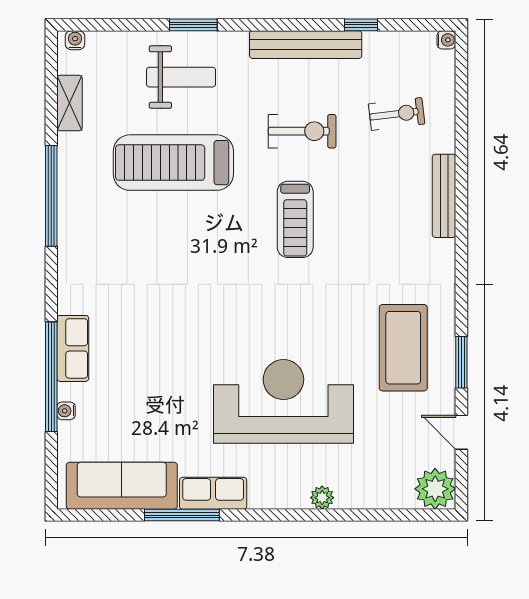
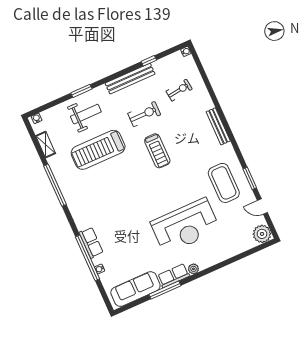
bench: (444, 196) -> (218, 126), moved
reception desk: (283, 401) -> (185, 226), turned 180
plant: (322, 498) -> (193, 269), moved

